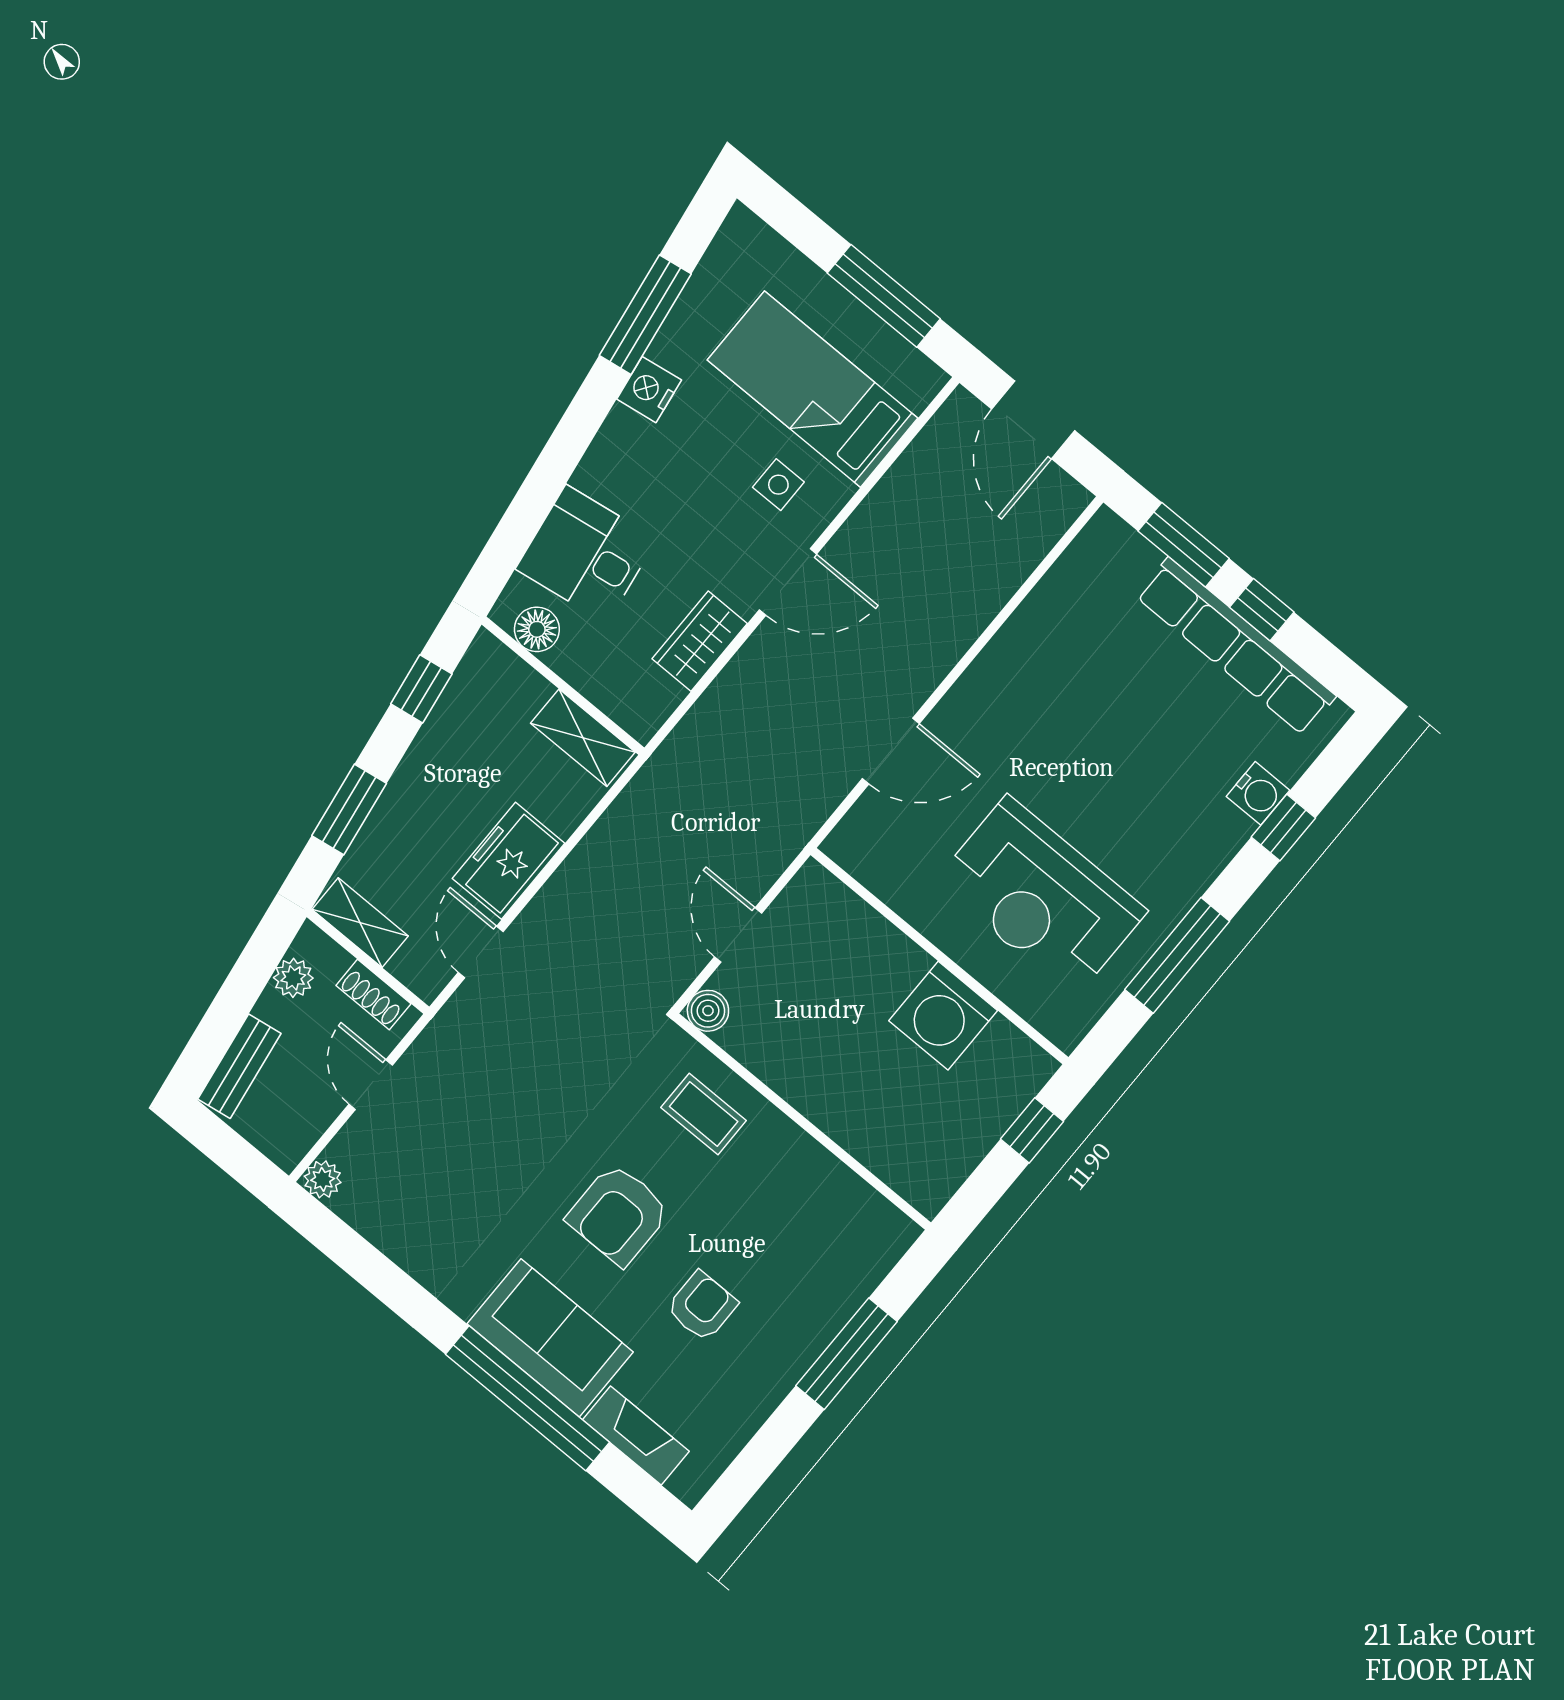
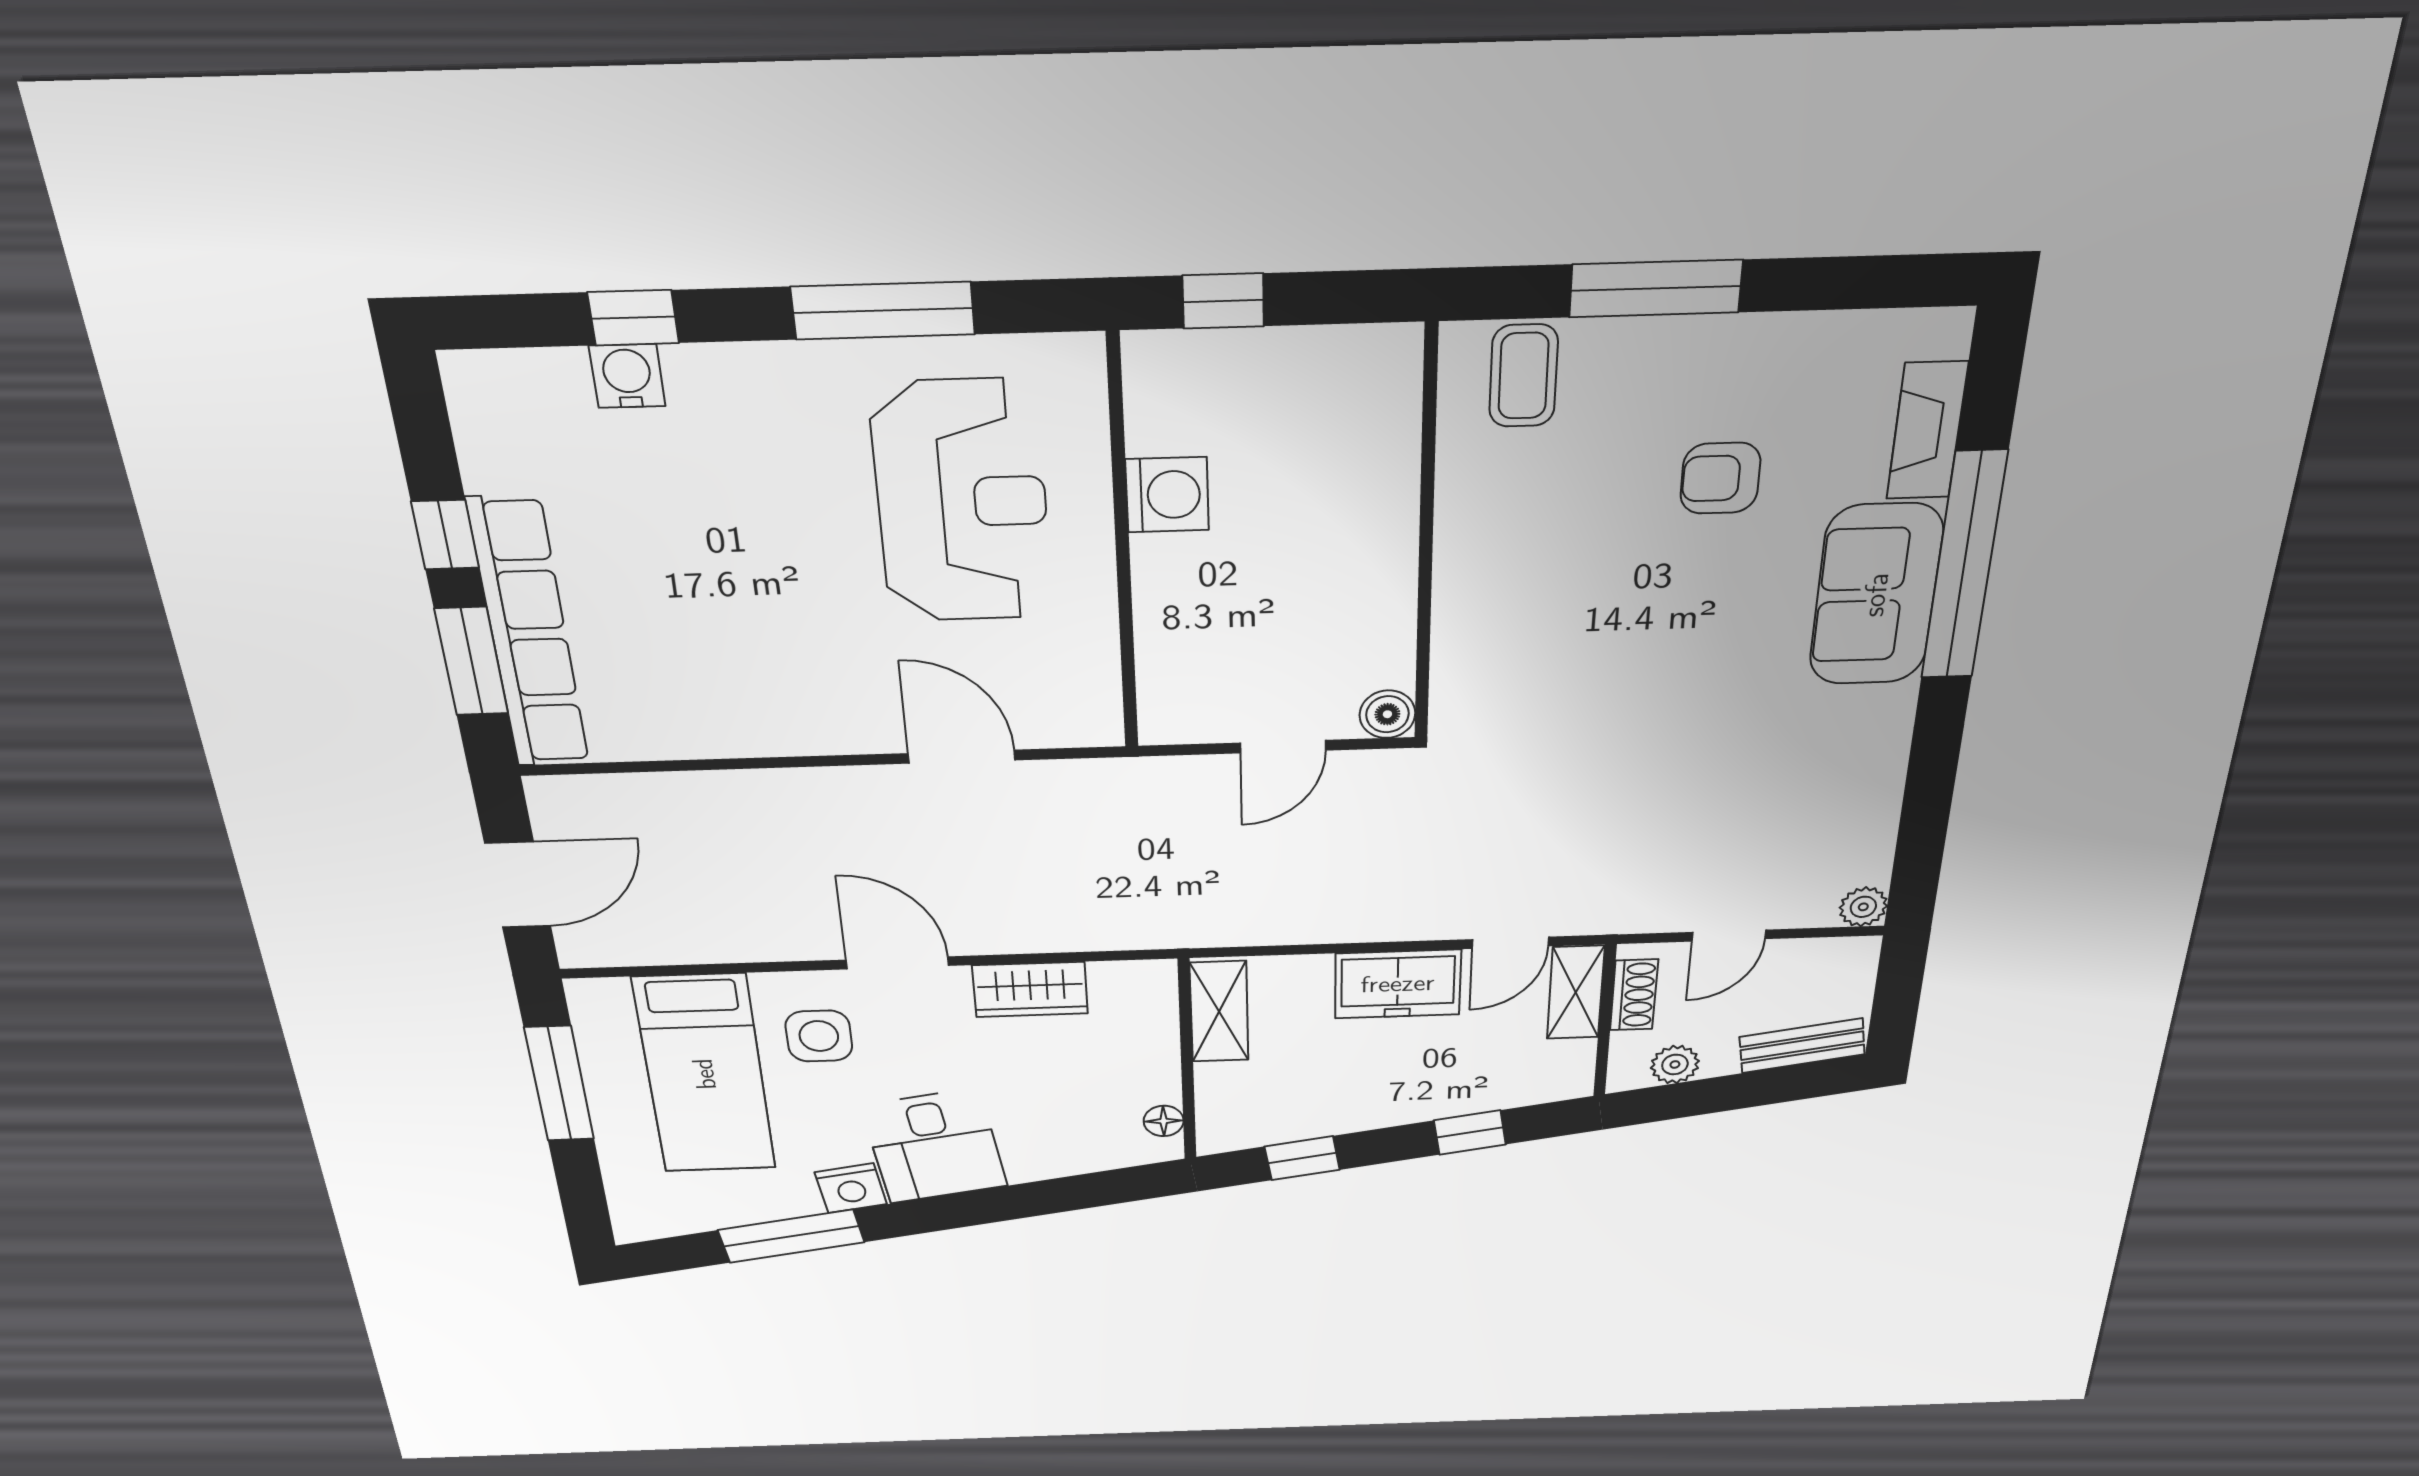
side table: (778, 485) -> (819, 1036), width x1.37, depth x1.37
desk: (586, 554) -> (934, 1146), moved
floor lamp: (537, 629) -> (1164, 1121), width x0.73, depth x0.73
row of seats: (1236, 646) -> (529, 634), moved
window: (349, 810) -> (1470, 1132), width x0.67
shelving: (360, 923) -> (1576, 992), moved
washing machine: (943, 1016) -> (1167, 495), width x0.73, depth x0.73
coffee table: (704, 1114) -> (1524, 376), moved
armchair: (619, 1214) -> (1682, 633), removed

